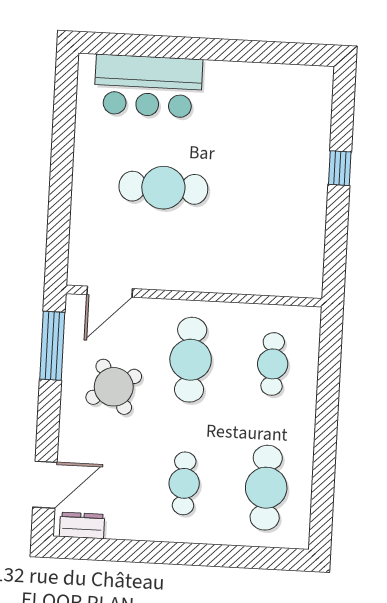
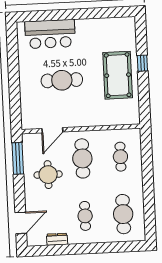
pool table: (284, 189) -> (118, 75), added
door: (110, 292) -> (52, 130), moved
round table: (114, 387) -> (48, 175), turned 30
dresser: (82, 525) -> (57, 239), moved

